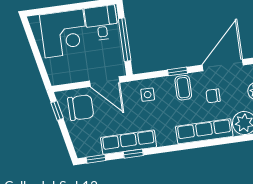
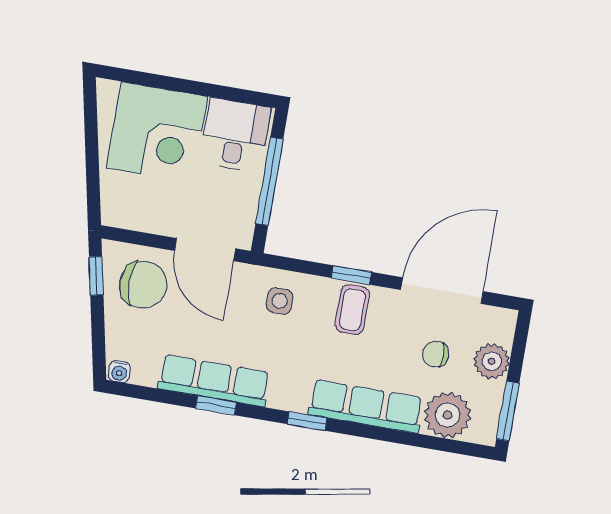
chair: (213, 96) -> (436, 354), moved
water cooler: (83, 152) -> (119, 372), added
window: (96, 159) -> (307, 421), moved

